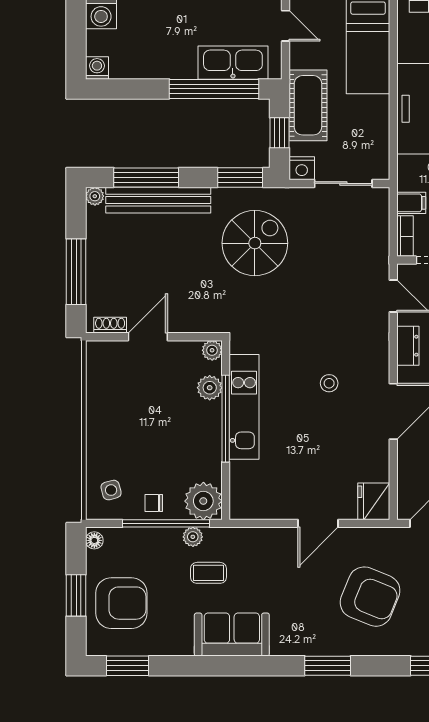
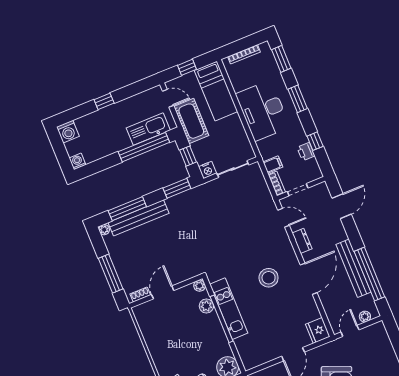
cot: (308, 105) -> (191, 121), moved
spiral stairs: (255, 243) -> (199, 220), removed
stool: (329, 383) -> (269, 278), width x1.89, depth x1.89

